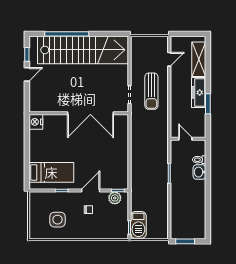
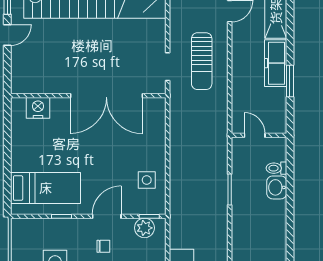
nightstand: (36, 122) -> (38, 108), moved, turned 90
side table: (116, 167) -> (147, 180), added

